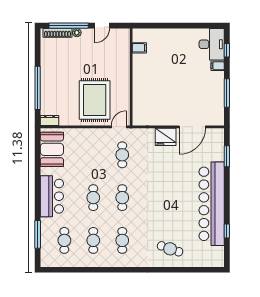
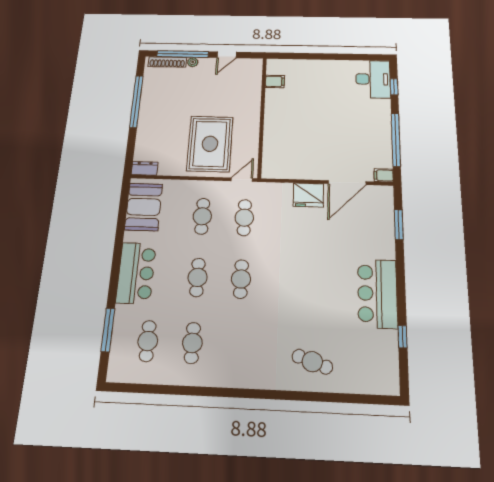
filing cabinet: (218, 66) -> (384, 175), moved
window: (38, 88) -> (136, 102), moved
window: (227, 93) -> (396, 140), width x1.46
bar counter: (212, 204) -> (377, 293), width x0.54
cafe table: (122, 240) -> (202, 216), moved

